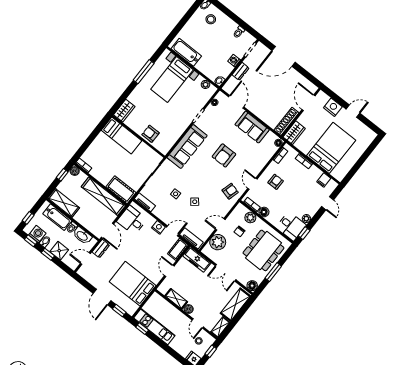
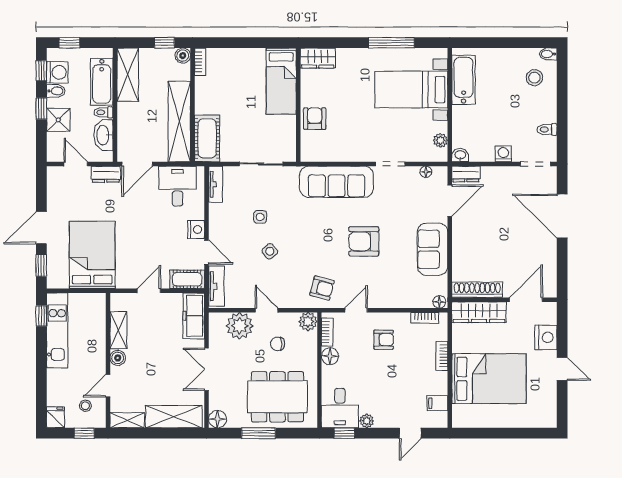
dresser: (241, 71) -> (466, 174), moved
wardrobe: (294, 133) -> (479, 312), width x1.50
plant: (250, 218) -> (308, 322), moved

